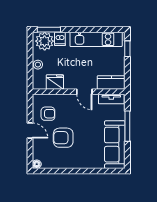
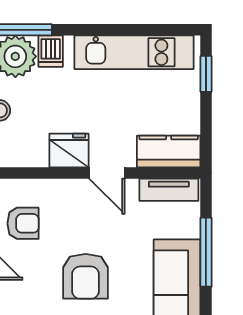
fridge: (55, 82) -> (69, 150), moved
armchair: (63, 138) -> (86, 276), moved, turned -90

